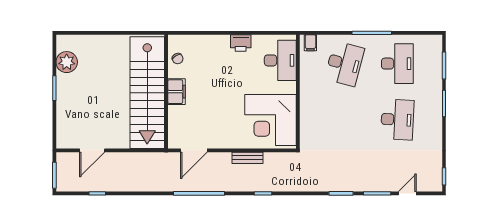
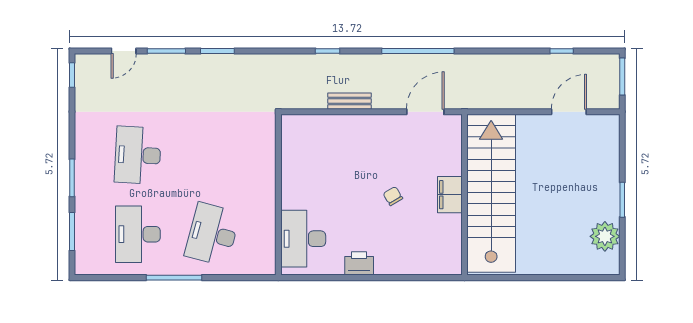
filing cabinet: (310, 43) -> (261, 264), removed
chair: (178, 59) -> (393, 196), moved
corner desk: (271, 120) -> (317, 154), removed

